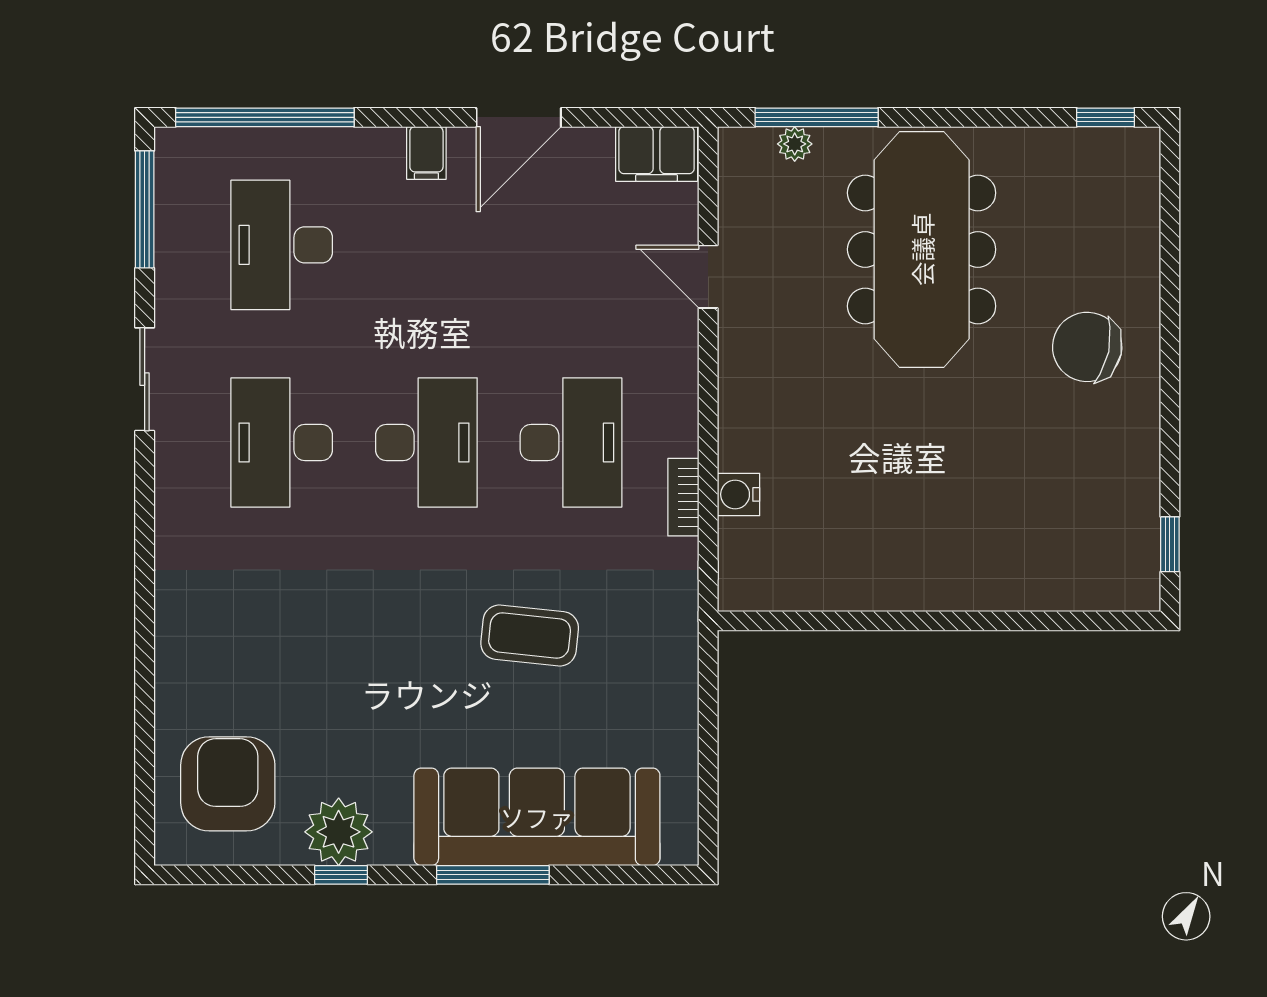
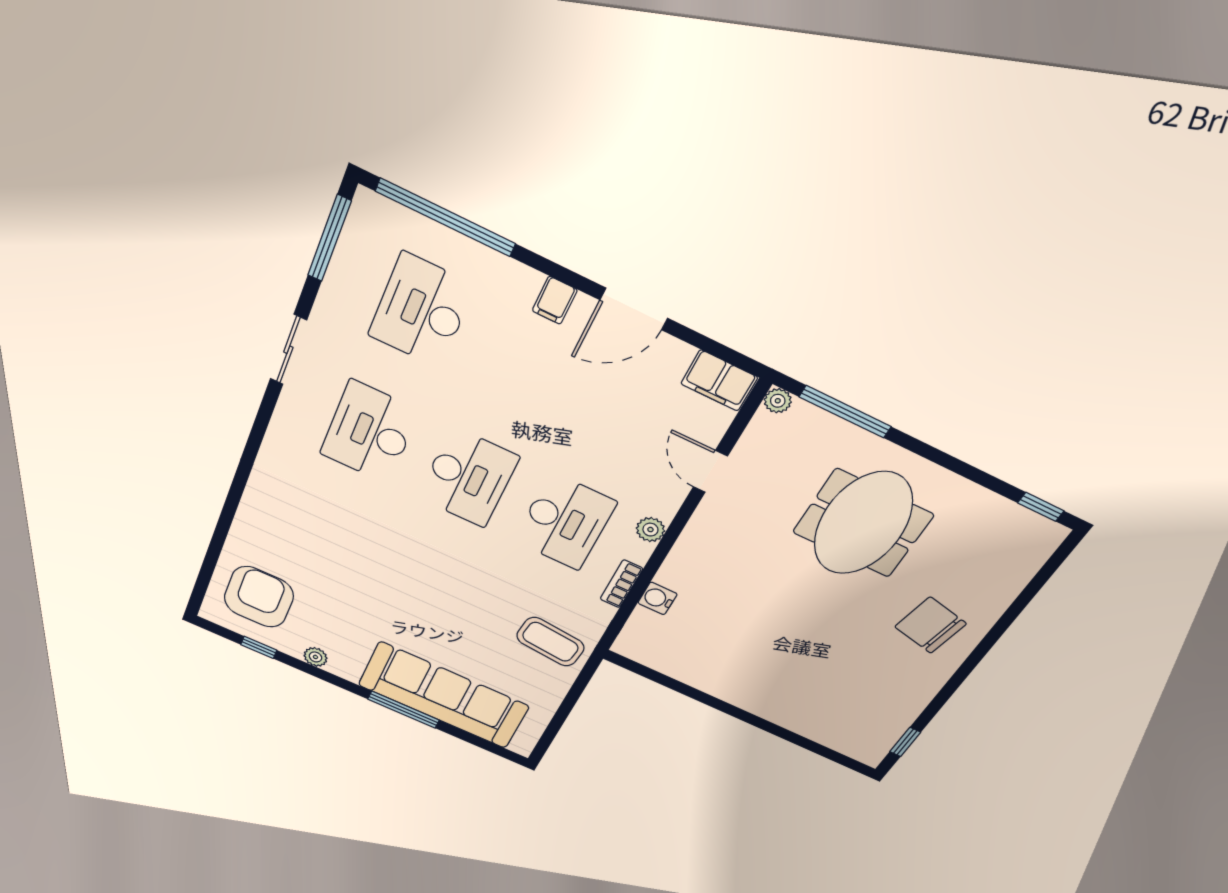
plant: (795, 144) -> (778, 401), moved
meeting table: (922, 249) -> (863, 523), width x0.73
plant: (679, 396) -> (650, 530), added
coffee table: (530, 635) -> (550, 642), moved
plant: (339, 832) -> (315, 657), width x0.53, depth x0.53
window: (341, 875) -> (259, 647), moved

